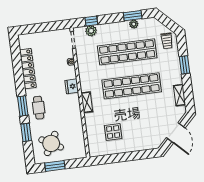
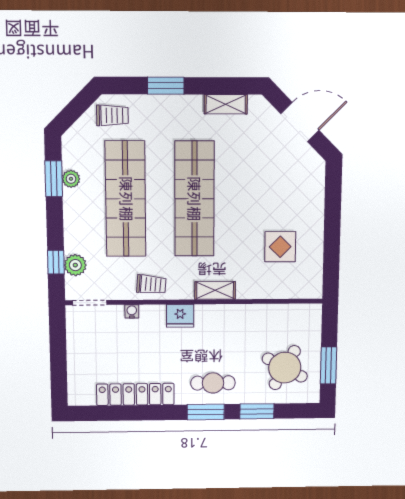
trolley: (86, 70) -> (151, 284), added

